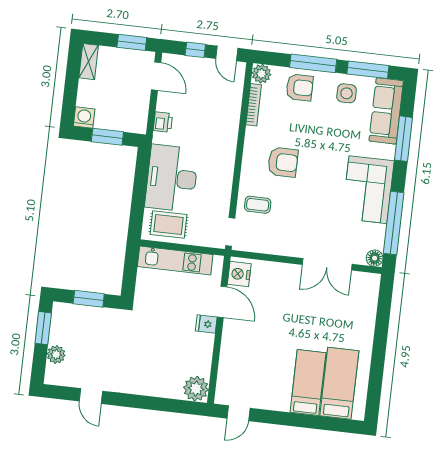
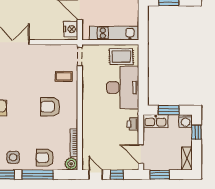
window: (70, 99) -> (197, 132), added
kitchen sink: (129, 123) -> (156, 121), added

